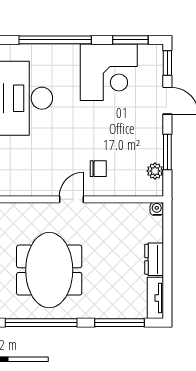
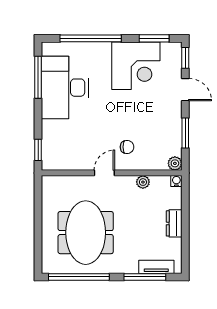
plant: (155, 171) -> (175, 163), moved
plant: (117, 210) -> (143, 182), added
tv unit: (155, 298) -> (156, 267), moved, turned 90

